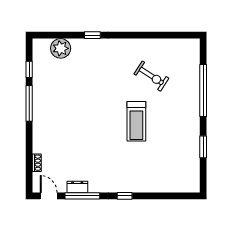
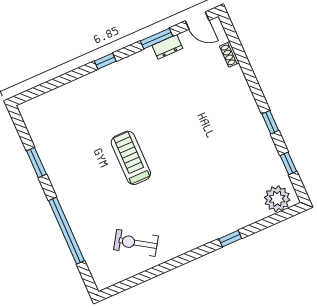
plant: (61, 48) -> (277, 199), moved
exercise bike: (151, 76) -> (136, 243), moved
window: (29, 103) -> (270, 122), width x0.46
window: (82, 196) -> (156, 39), width x0.69

